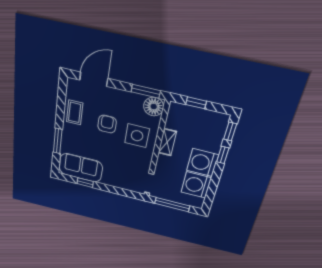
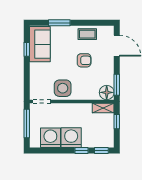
side table: (137, 136) -> (63, 88), moved
shelving: (167, 142) -> (103, 108), moved

